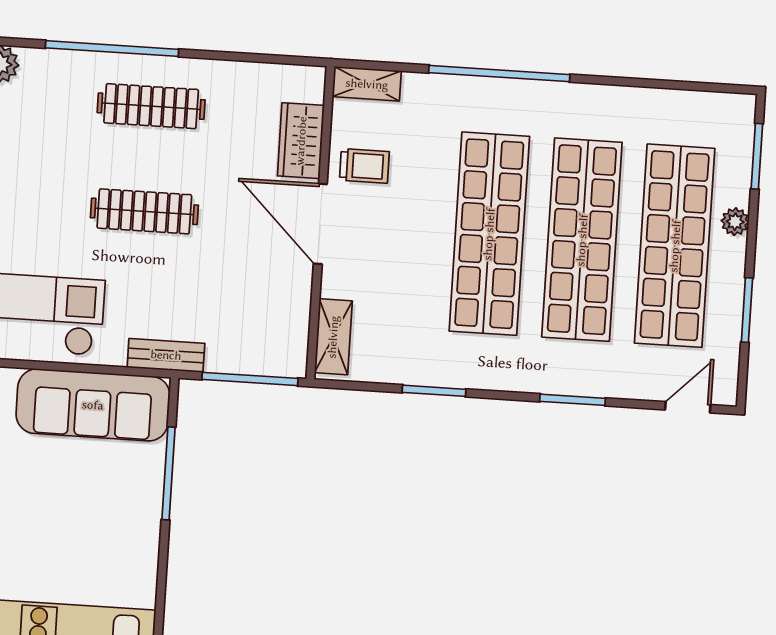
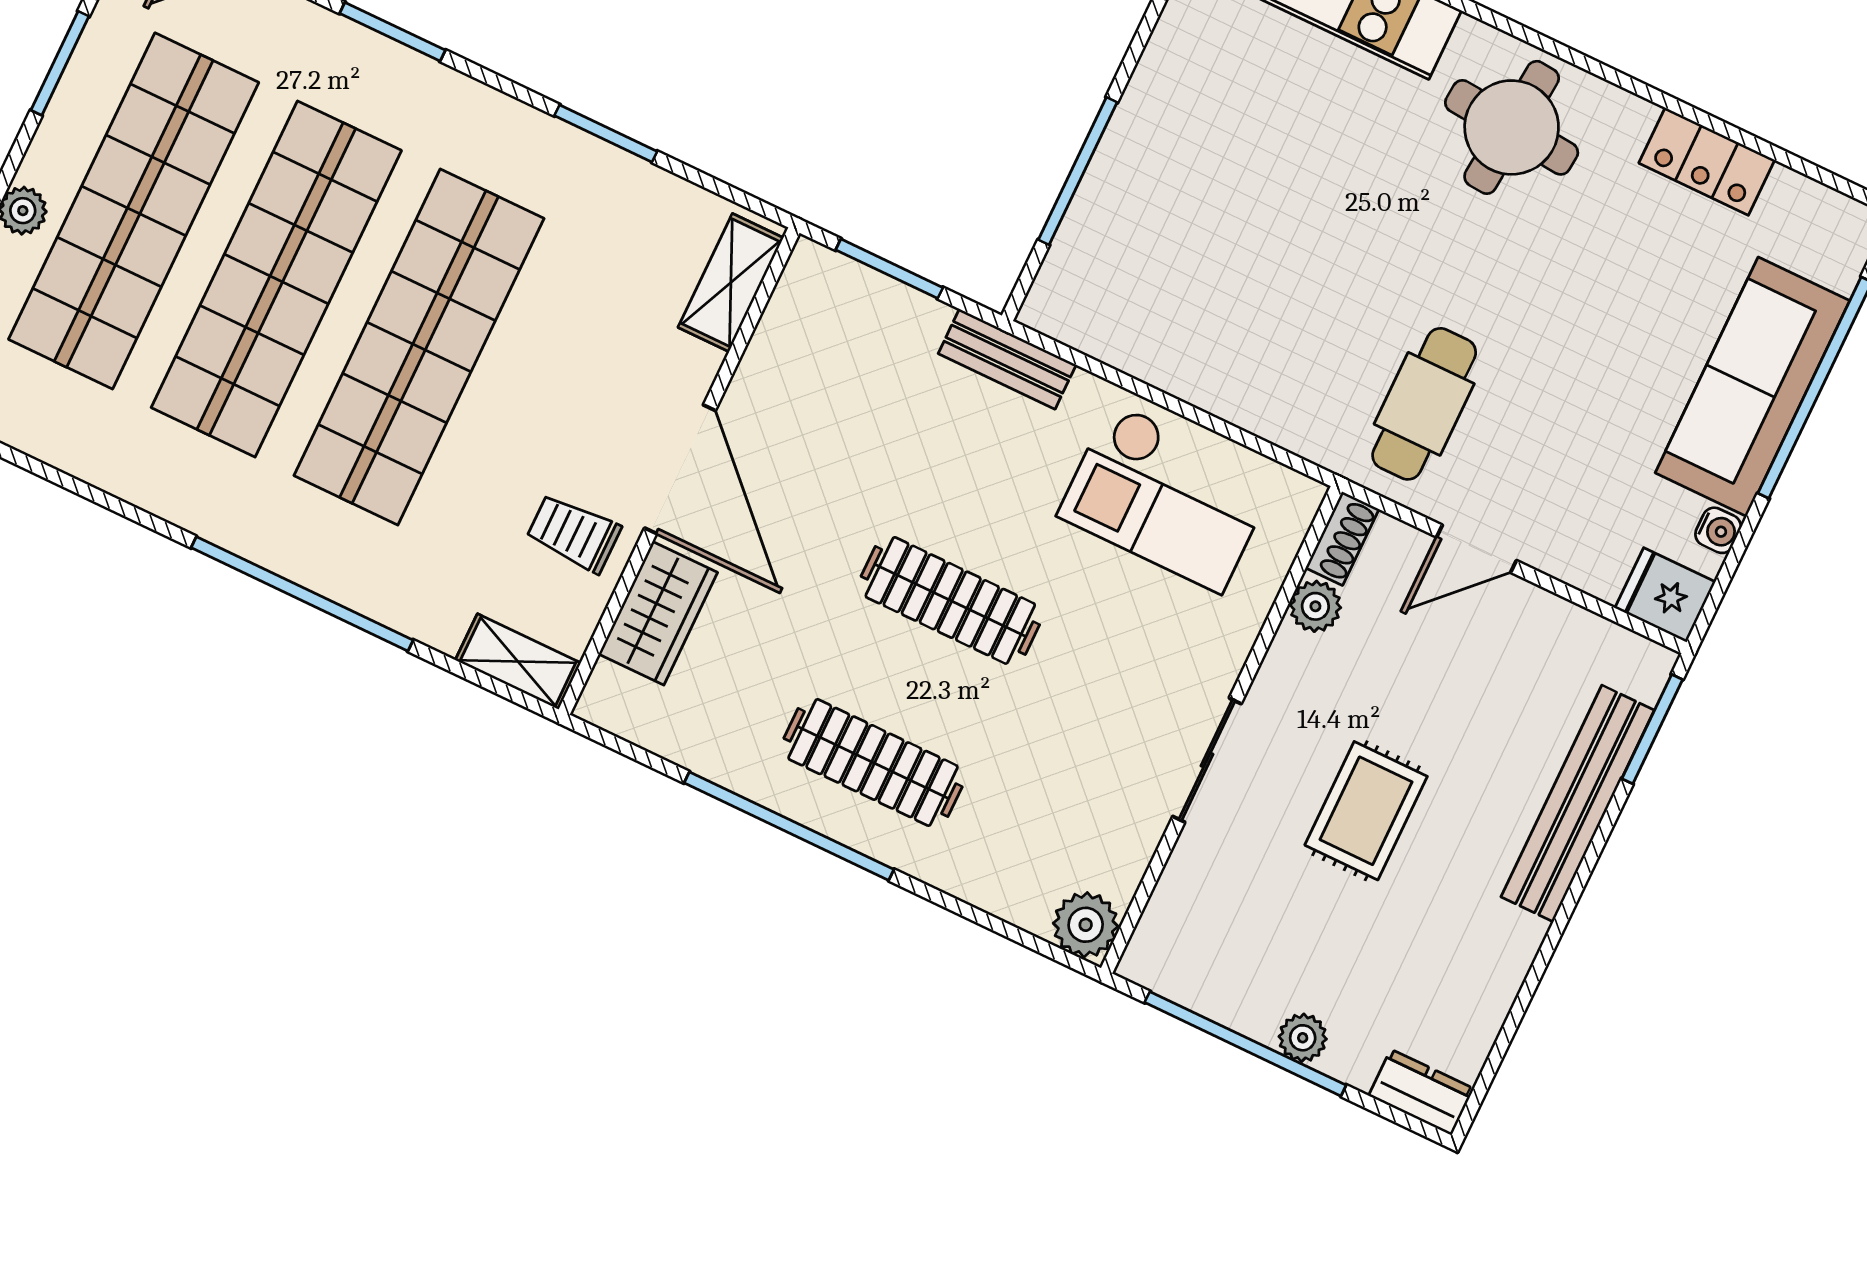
window: (112, 49) -> (789, 826), moved
window: (250, 379) -> (889, 269), width x0.69
sofa: (93, 405) -> (1154, 327), removed

